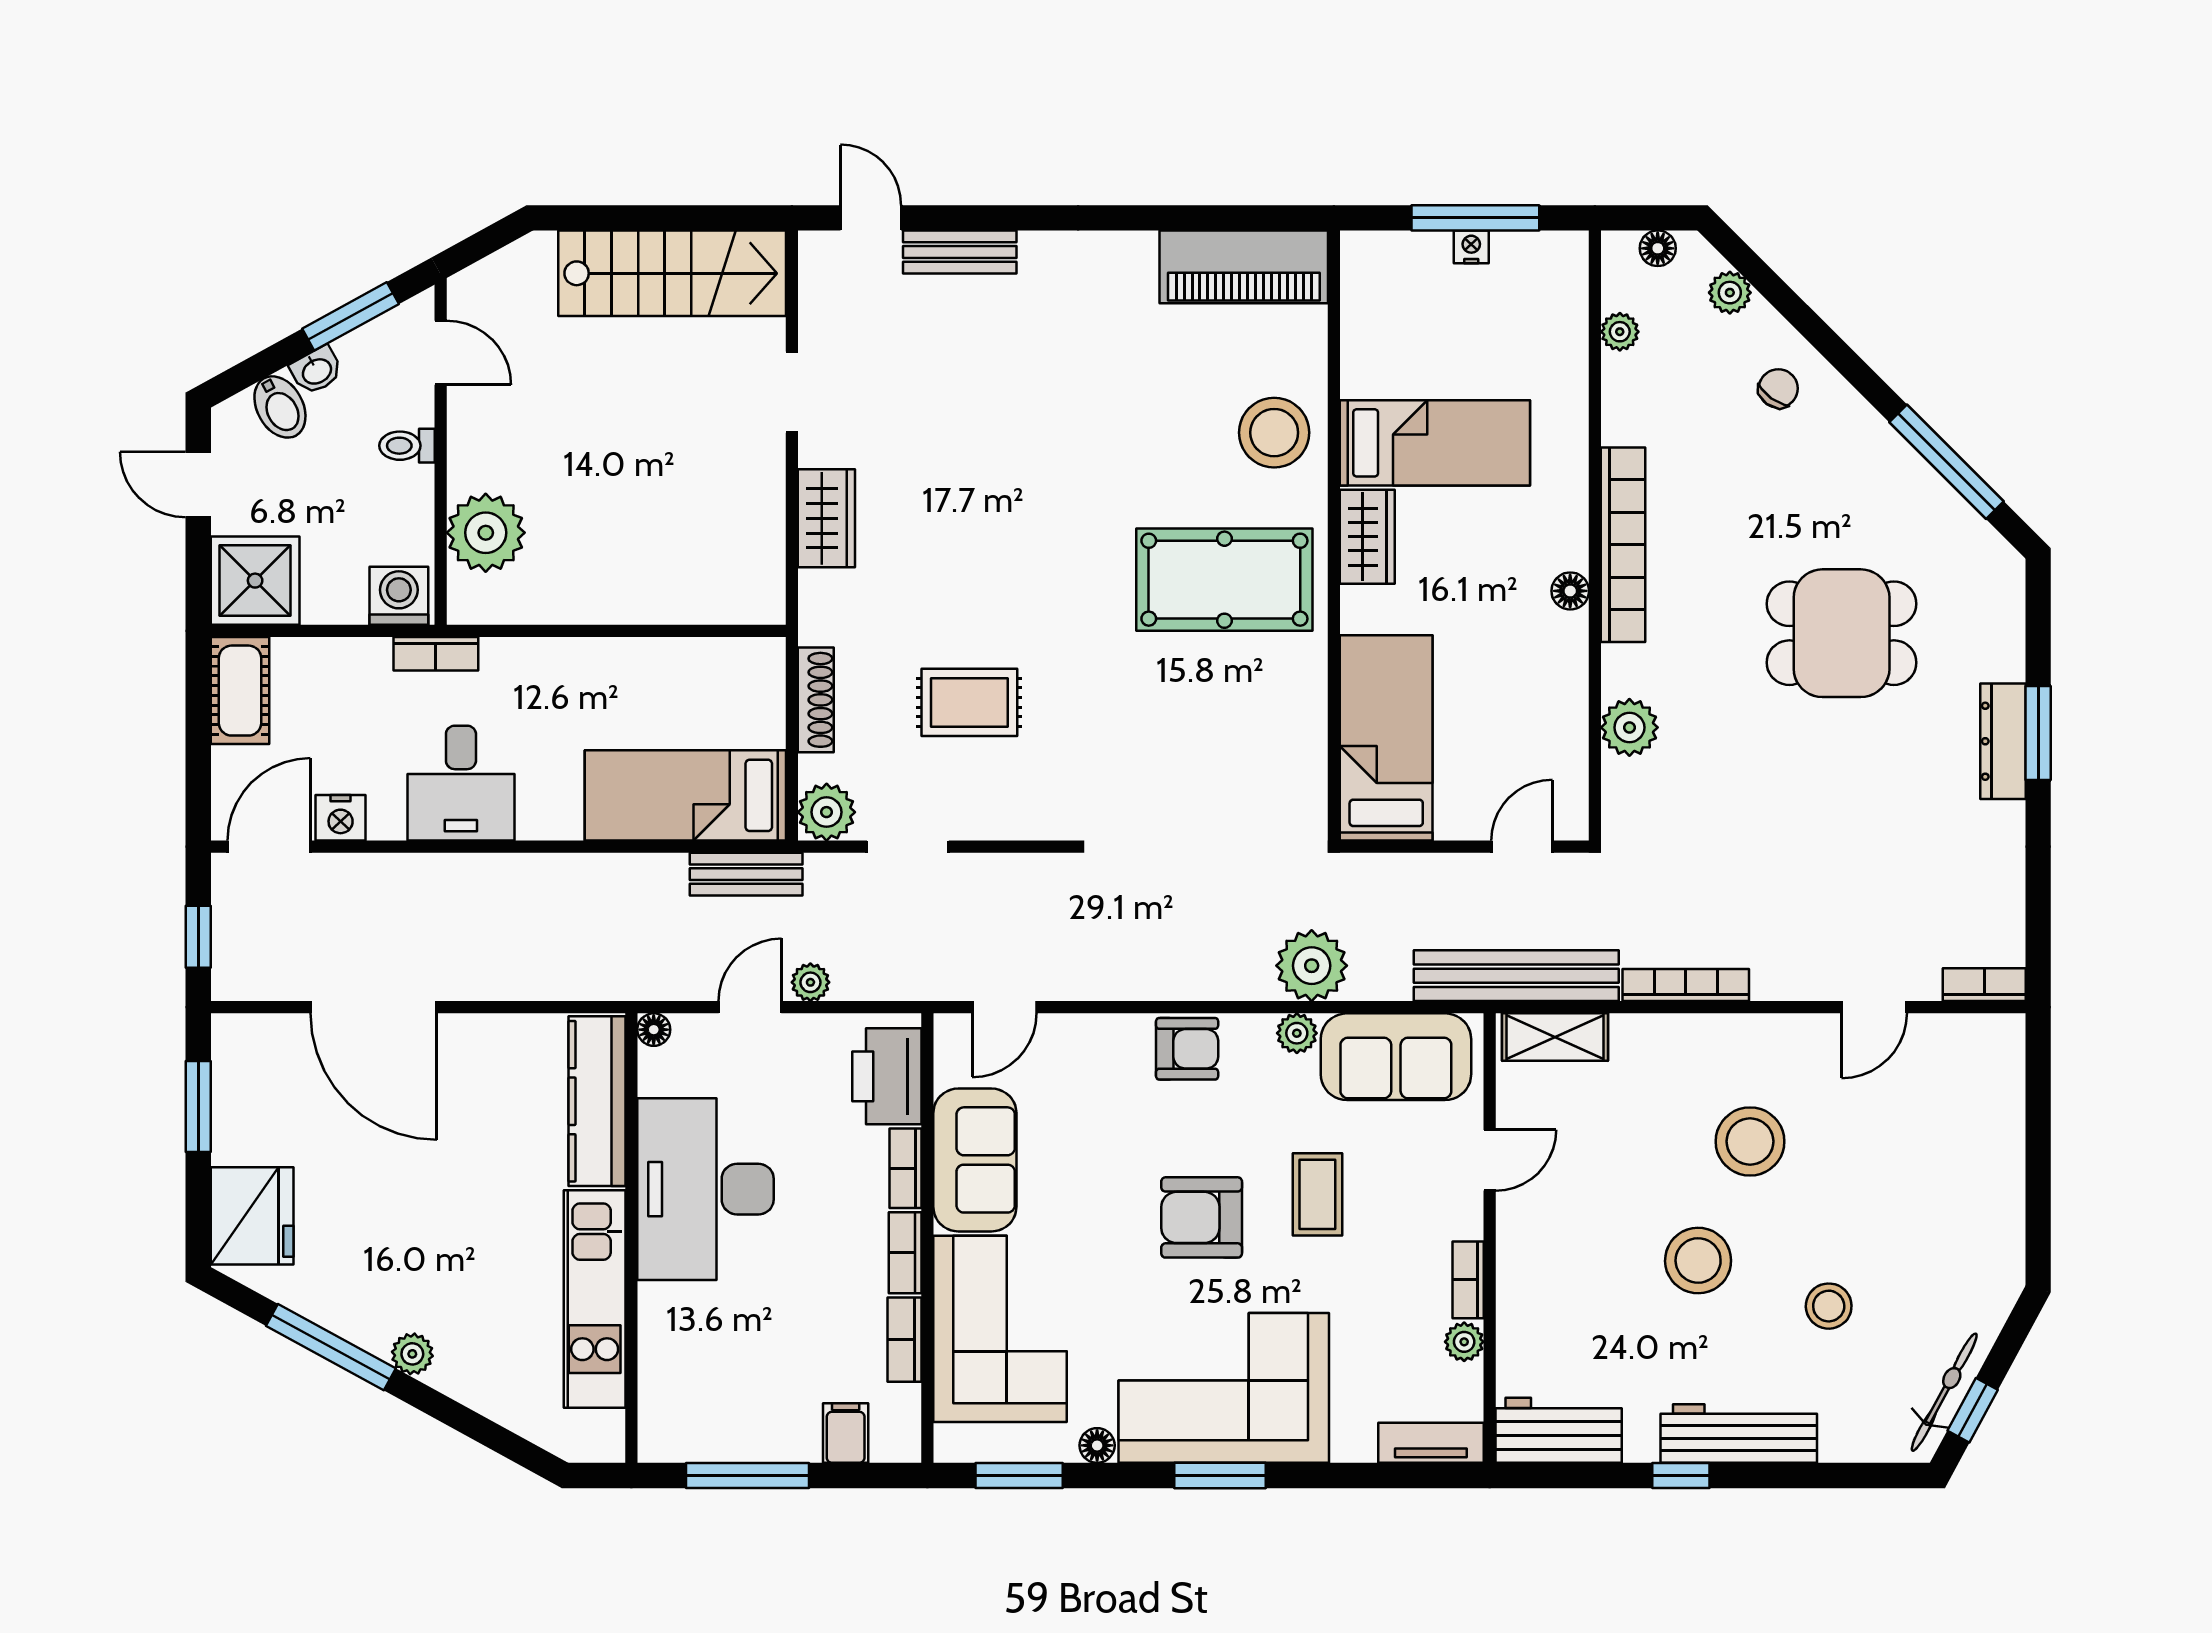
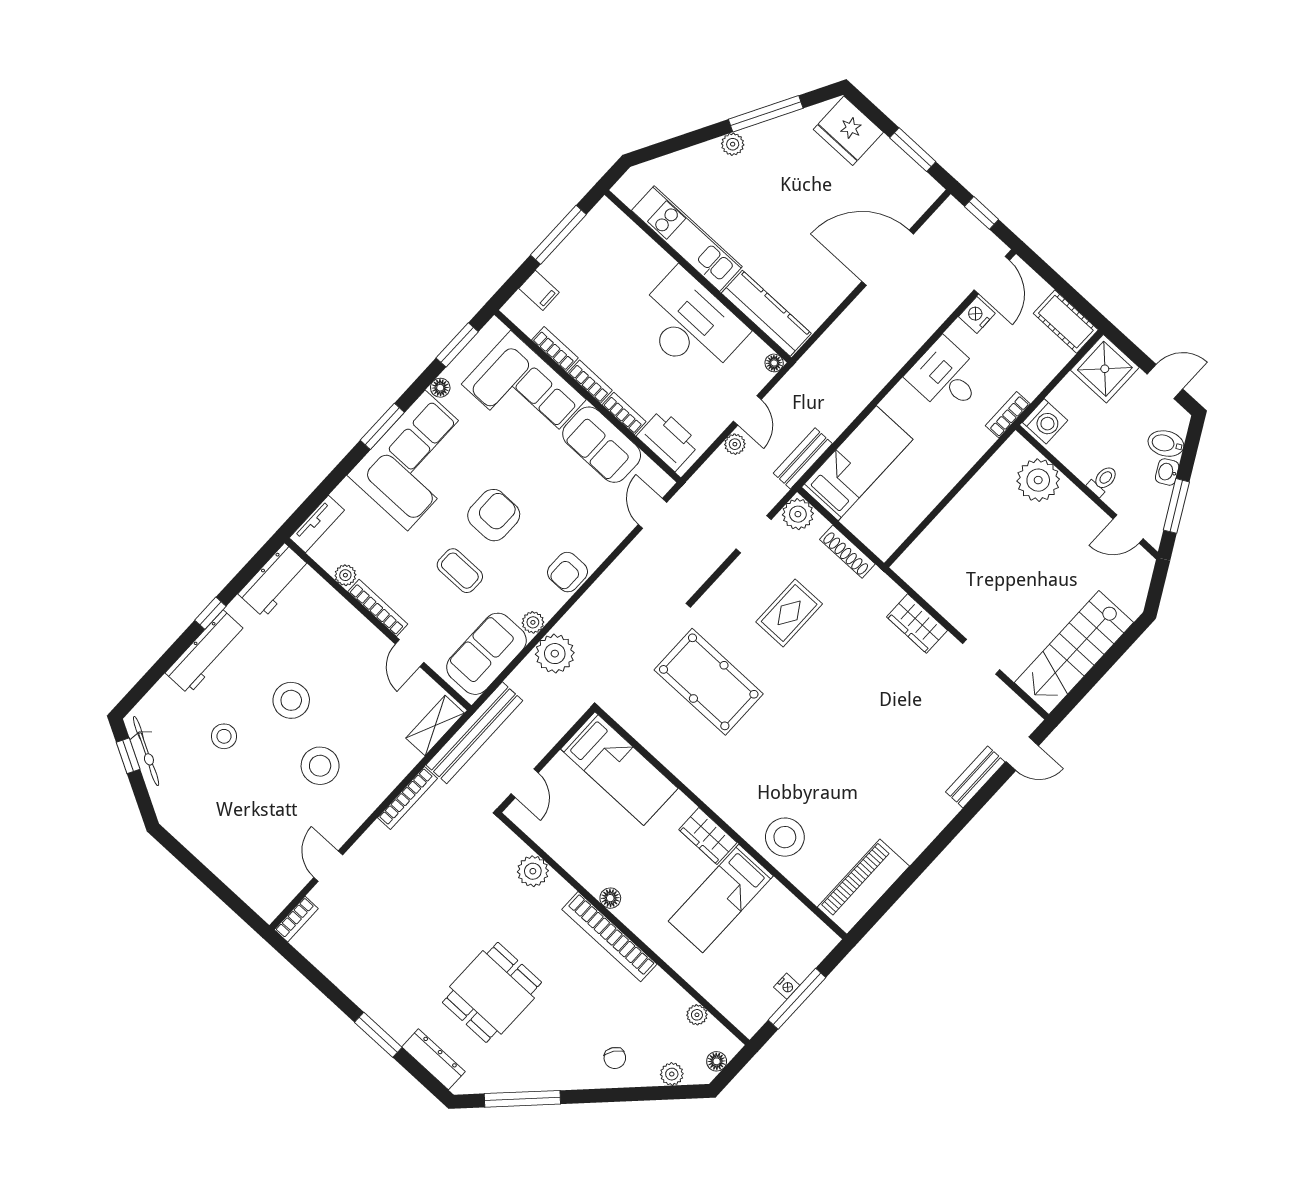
pool table: (1224, 580) -> (709, 682), moved, turned 90
dresser: (2003, 741) -> (433, 1059), moved
bookcase: (1468, 1280) -> (378, 608), width x1.56

